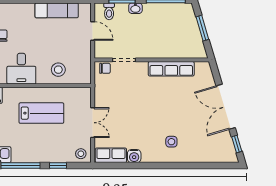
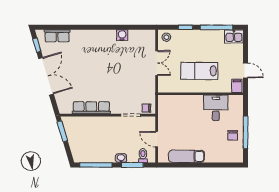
window: (202, 28) -> (62, 131), moved
stool: (58, 70) -> (185, 107), removed
double door: (93, 123) -> (157, 63), swing flipped
side table: (171, 142) -> (91, 47), removed
row of seats: (111, 155) -> (57, 36), moved

